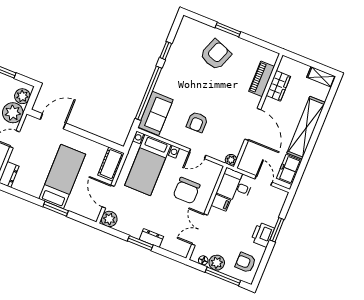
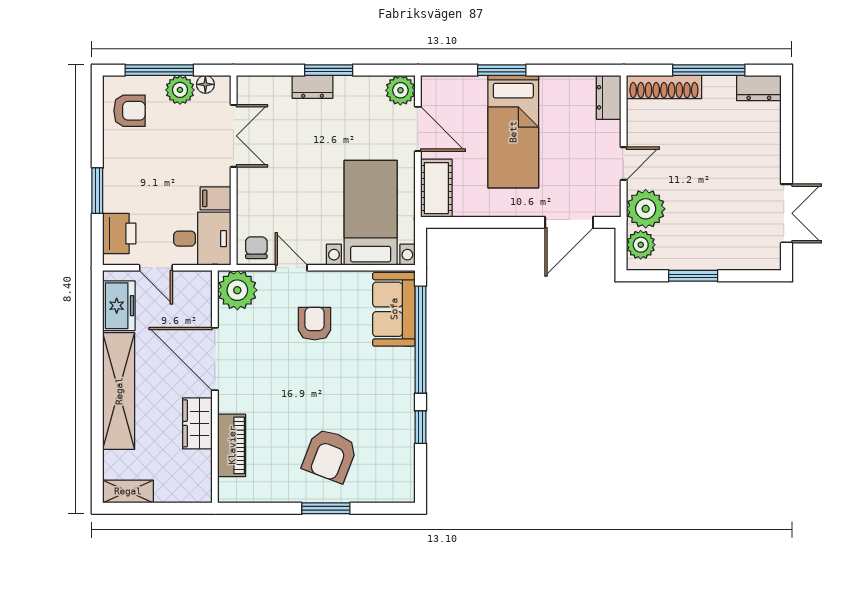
wardrobe: (278, 86) -> (197, 423), moved
door: (197, 154) -> (291, 268), hinge flipped
plant: (231, 160) -> (237, 290), width x1.88, depth x1.88
chair: (187, 191) -> (256, 248), moved, width x0.54, depth x0.54
printer: (262, 235) -> (119, 234), moved

